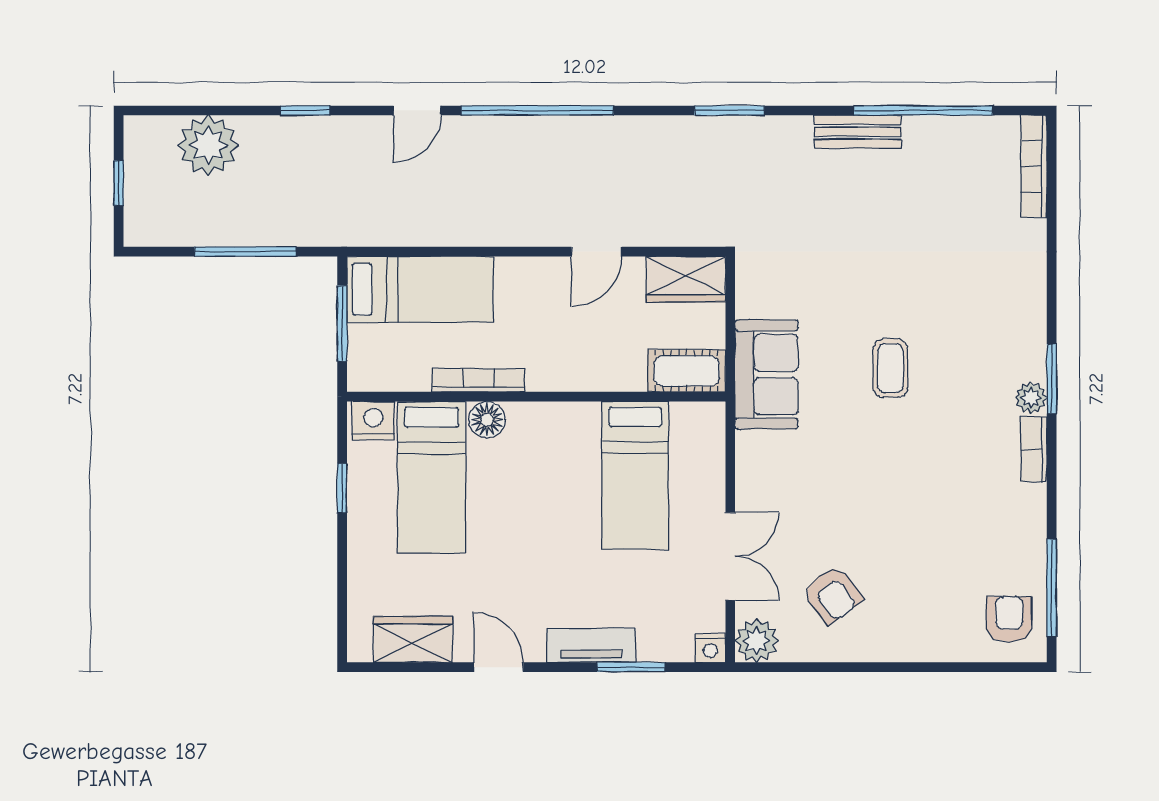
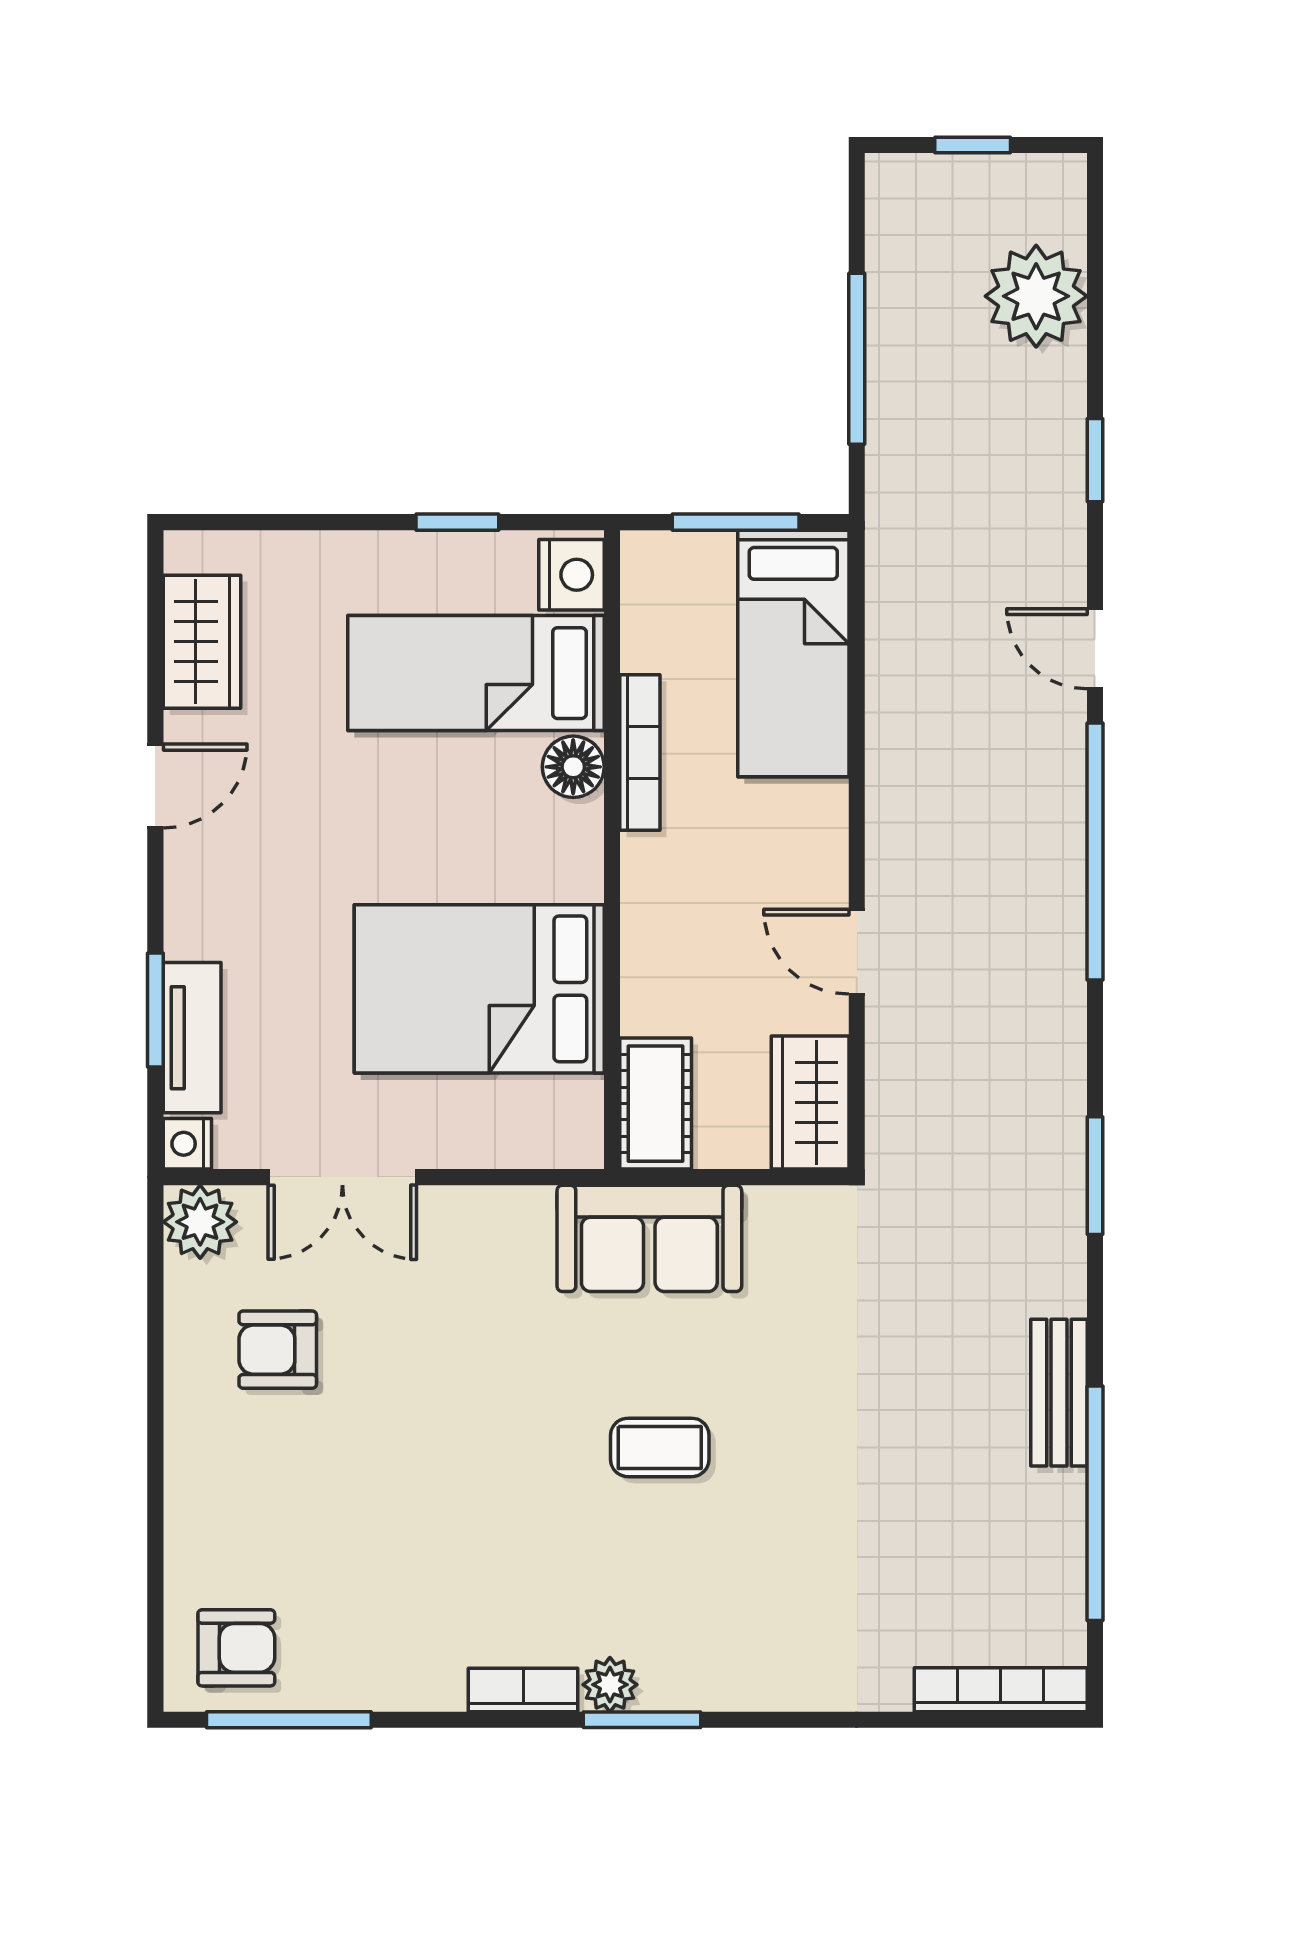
bed: (635, 475) -> (479, 989), width x1.50
armchair: (832, 595) -> (278, 1350), turned 37
tv unit: (591, 645) -> (192, 1038), moved

